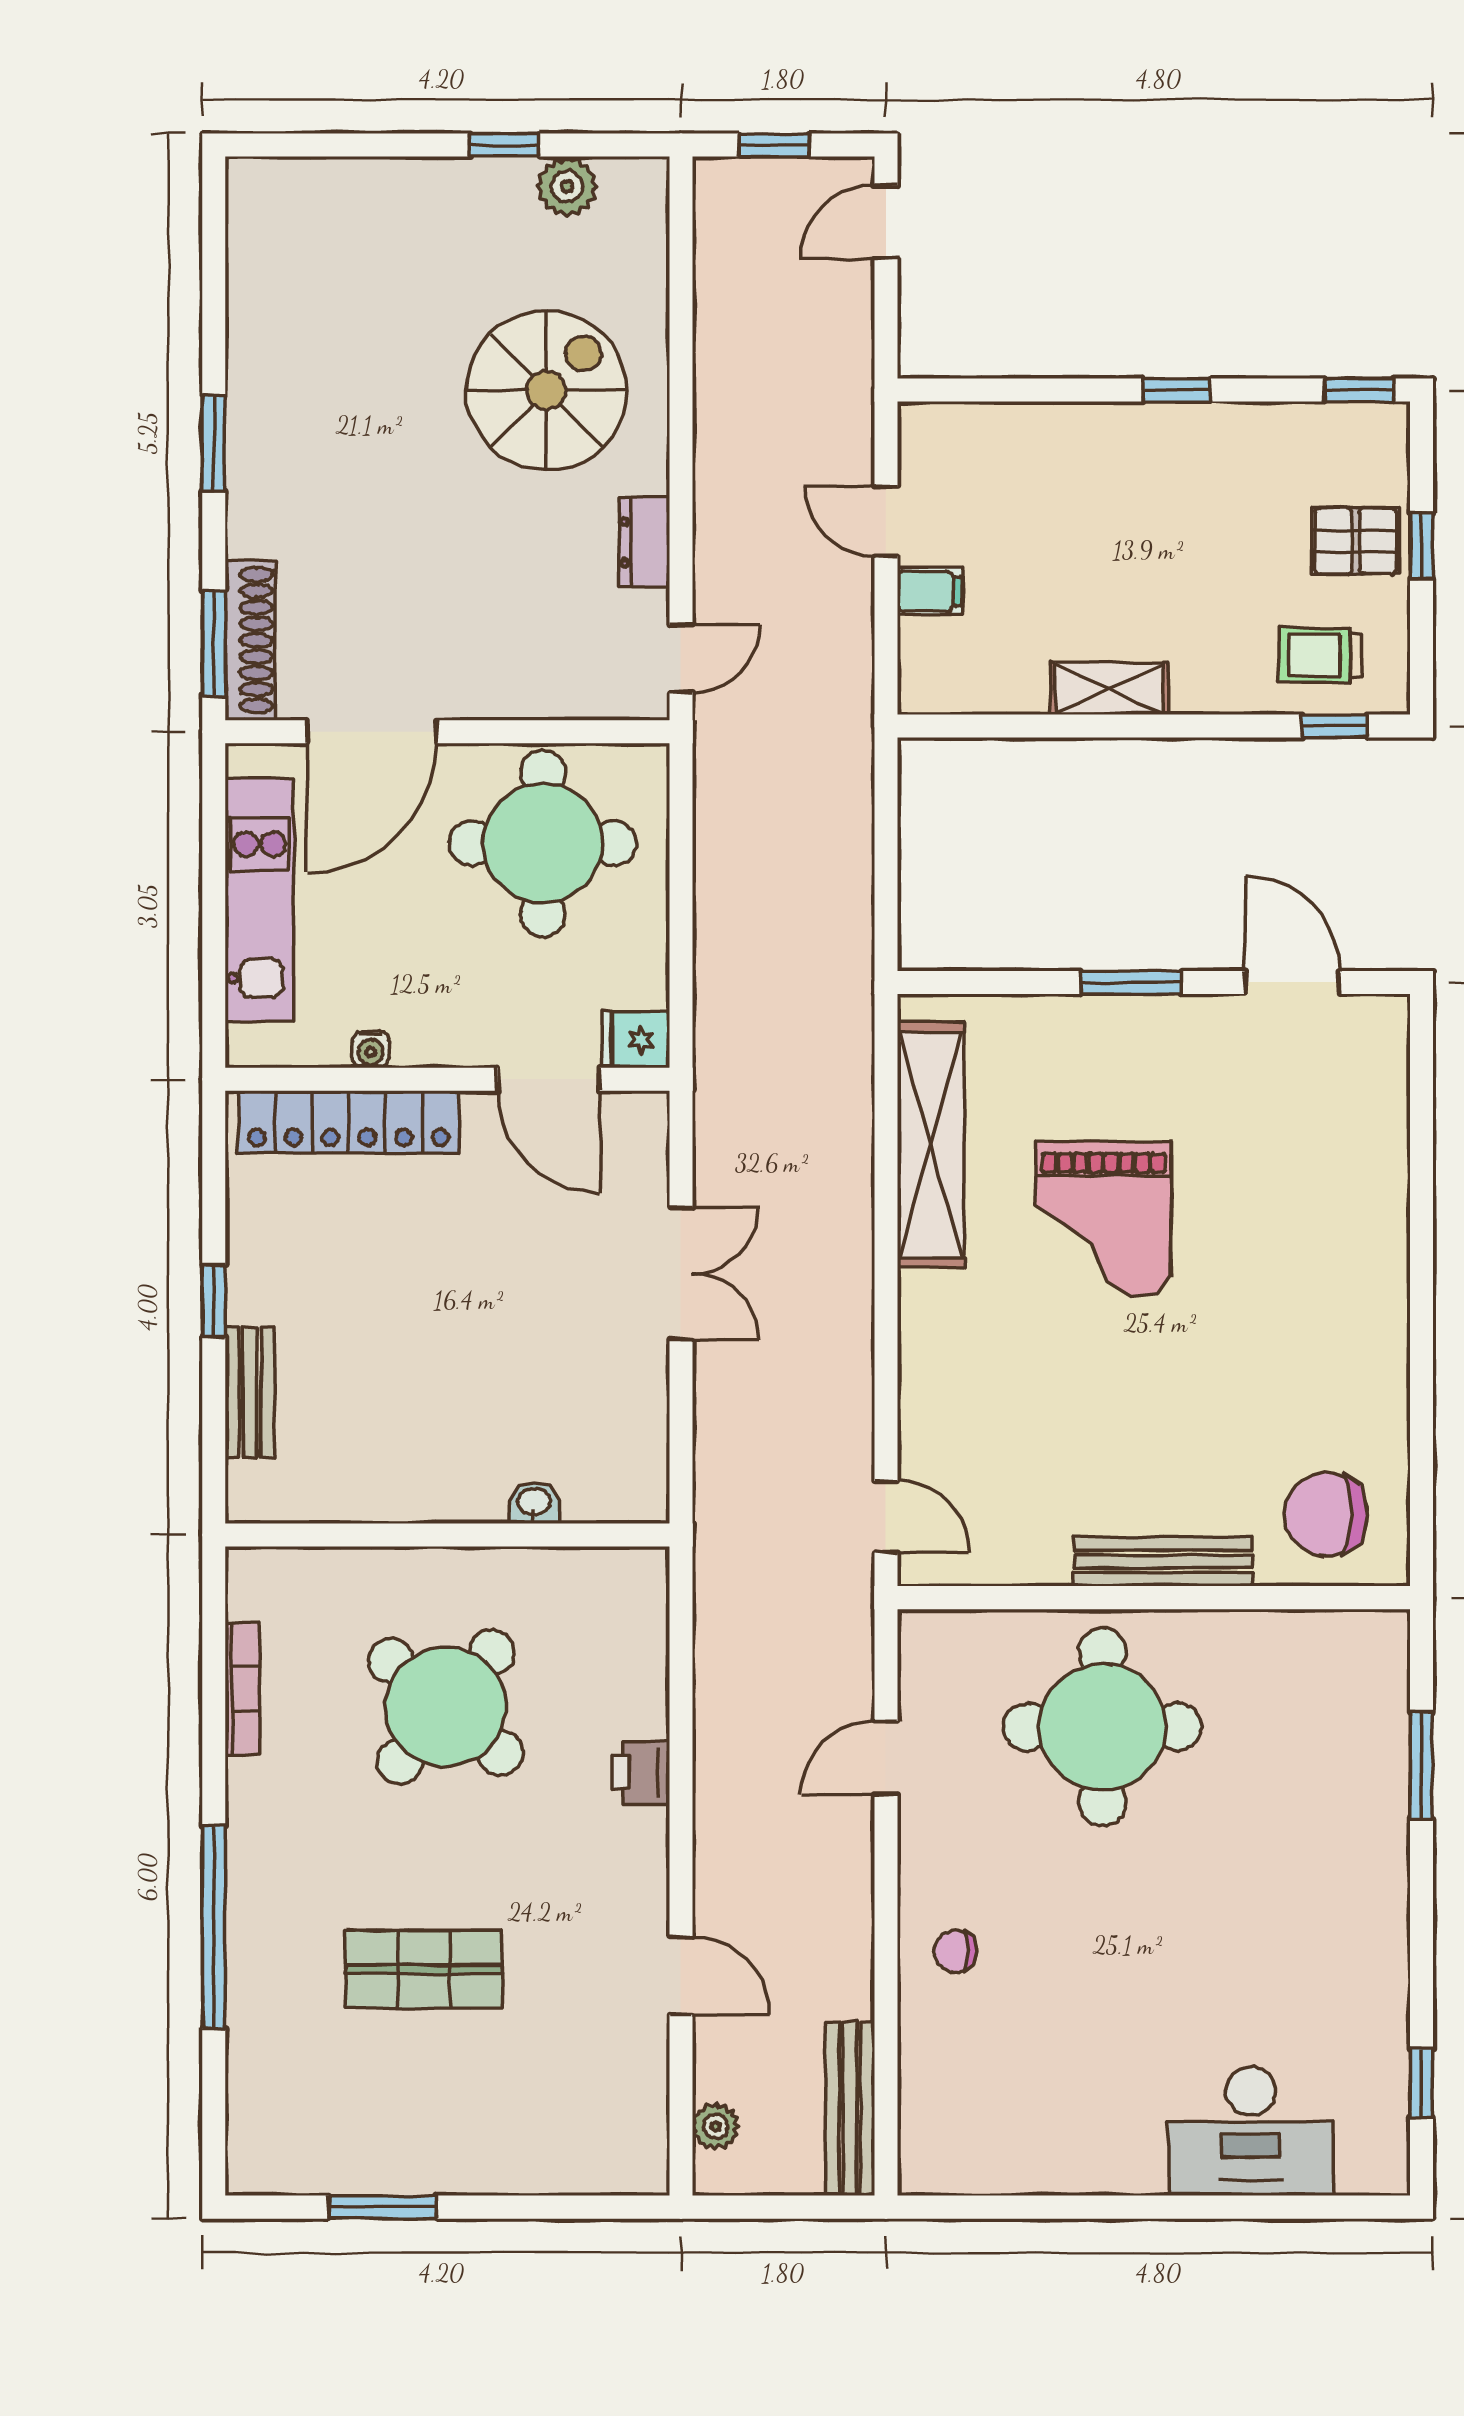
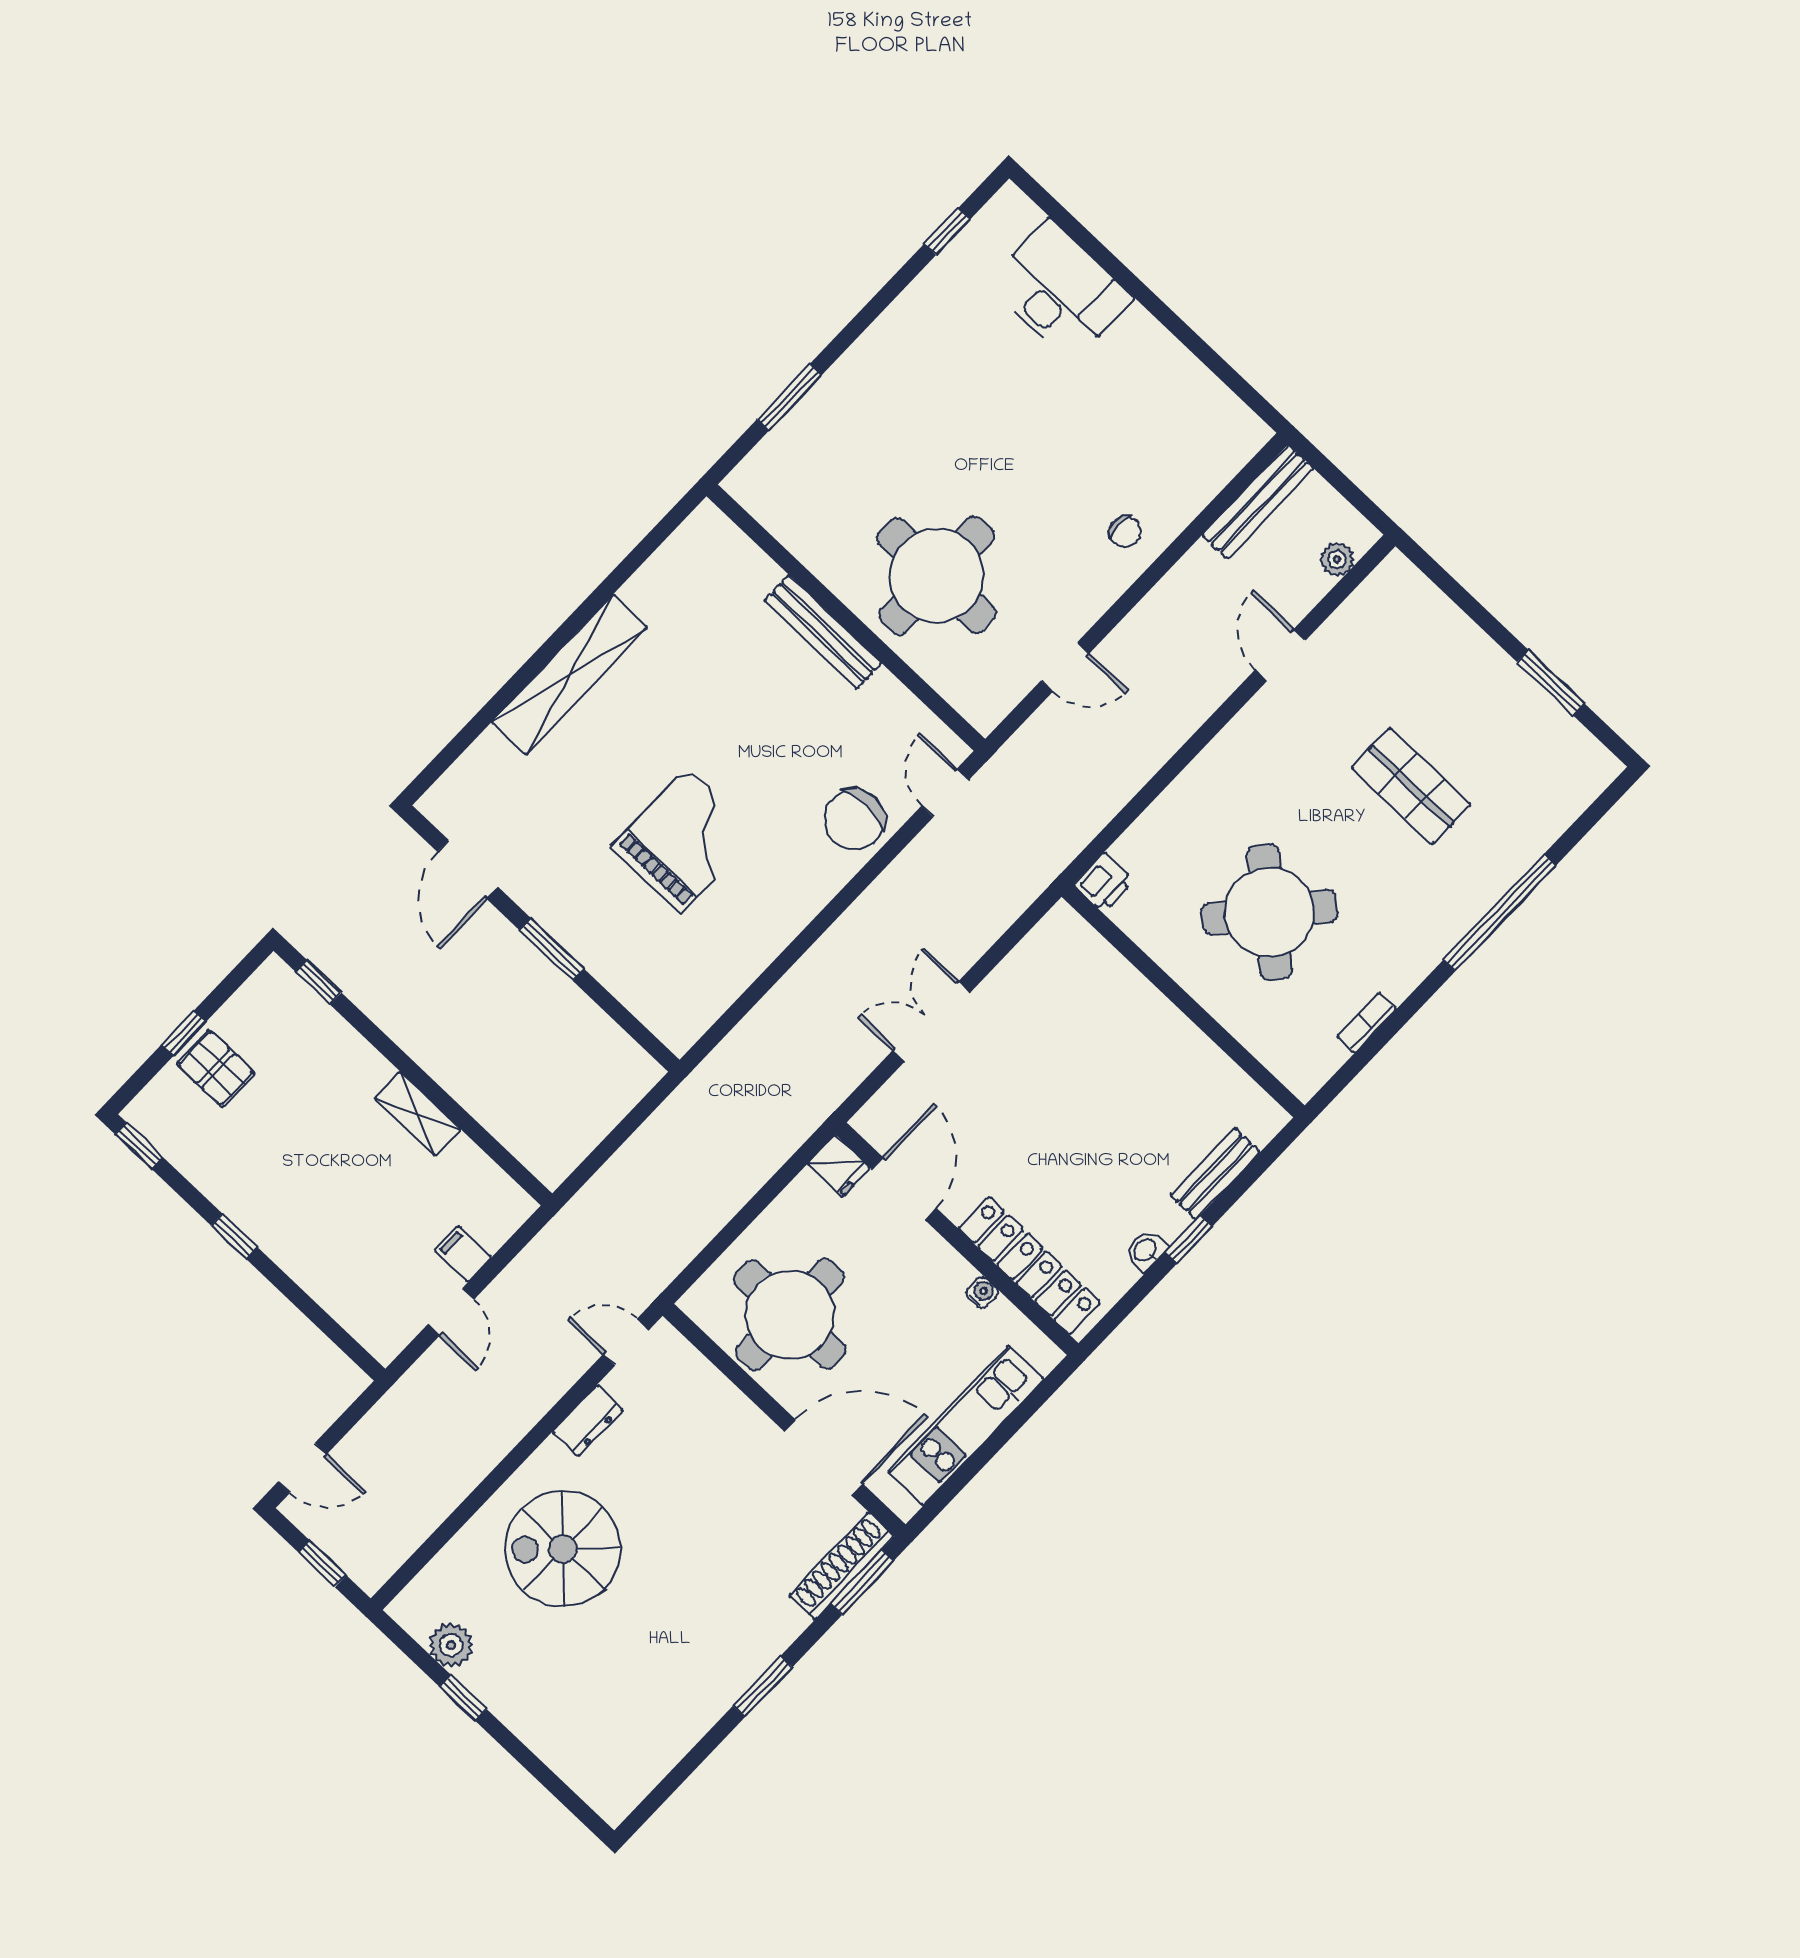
trolley: (1320, 655) -> (291, 1026), removed
shelving: (931, 1145) -> (570, 675), moved
washbasin: (534, 1503) -> (1146, 1250), moved, turned 90
chair: (1326, 1514) -> (854, 820), moved, turned 90
bookcase: (242, 1689) -> (1367, 1023), width x0.64
printer: (640, 1773) -> (1104, 883), moved

